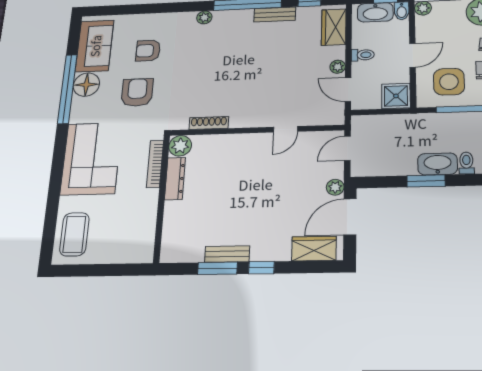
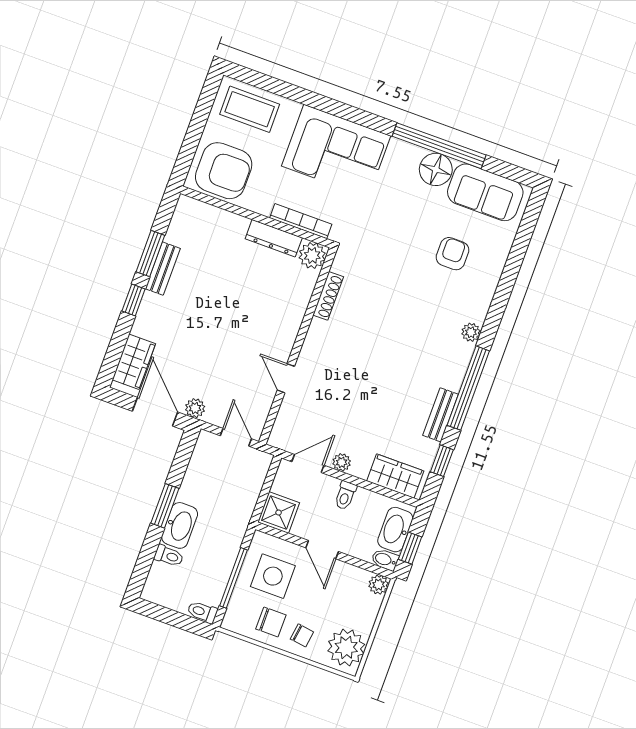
armchair: (137, 92) -> (224, 171), moved, width x1.36, depth x1.36

